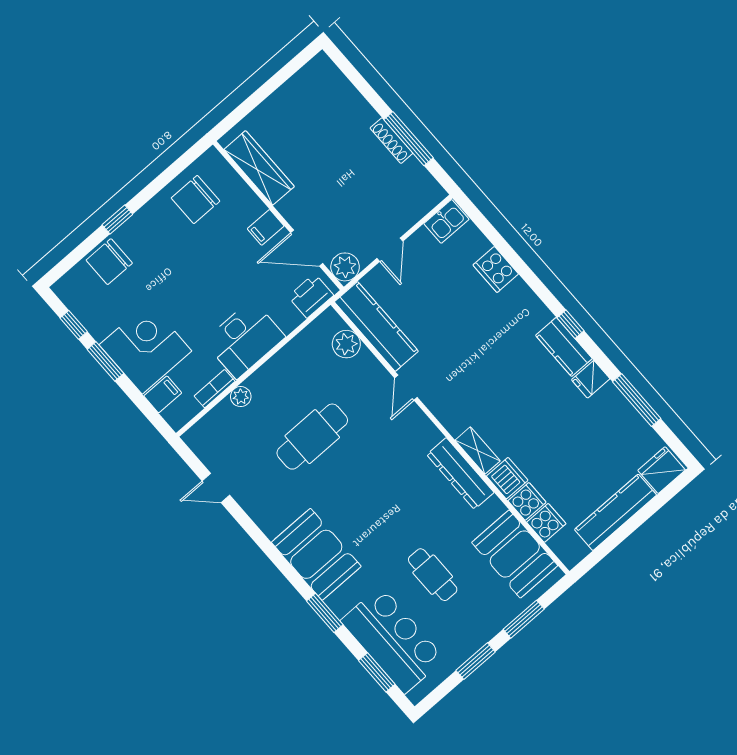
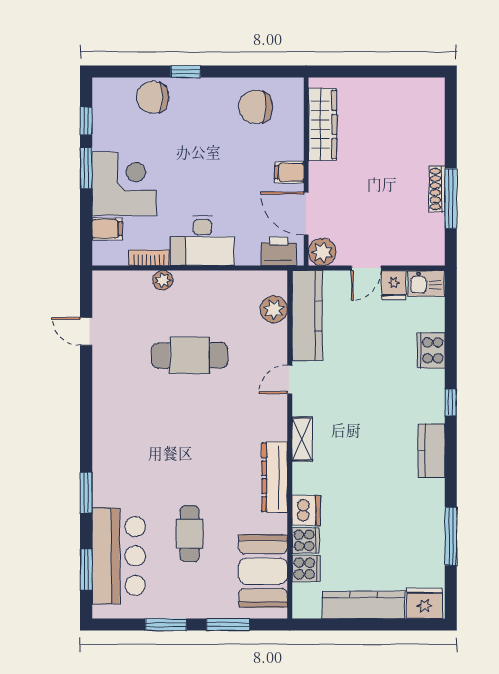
window: (571, 324) -> (451, 402), moved
fridge: (591, 379) -> (394, 285), moved, turned -90
shelving: (478, 451) -> (302, 439), moved
booth: (316, 554) -> (117, 444), removed

